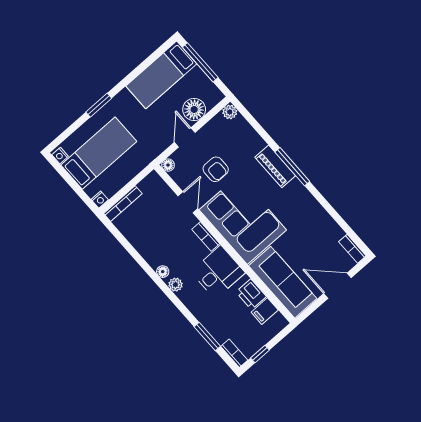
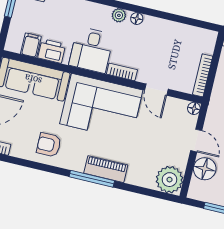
plant: (230, 112) -> (170, 180), width x1.88, depth x1.88
armchair: (216, 169) -> (49, 145), moved
bookcase: (123, 204) -> (203, 75), moved

